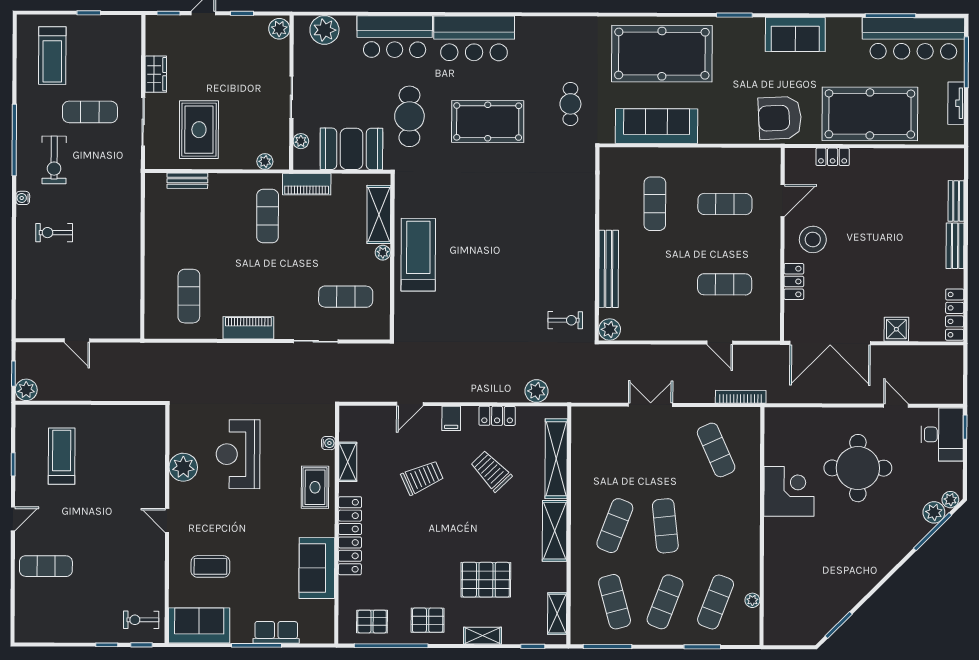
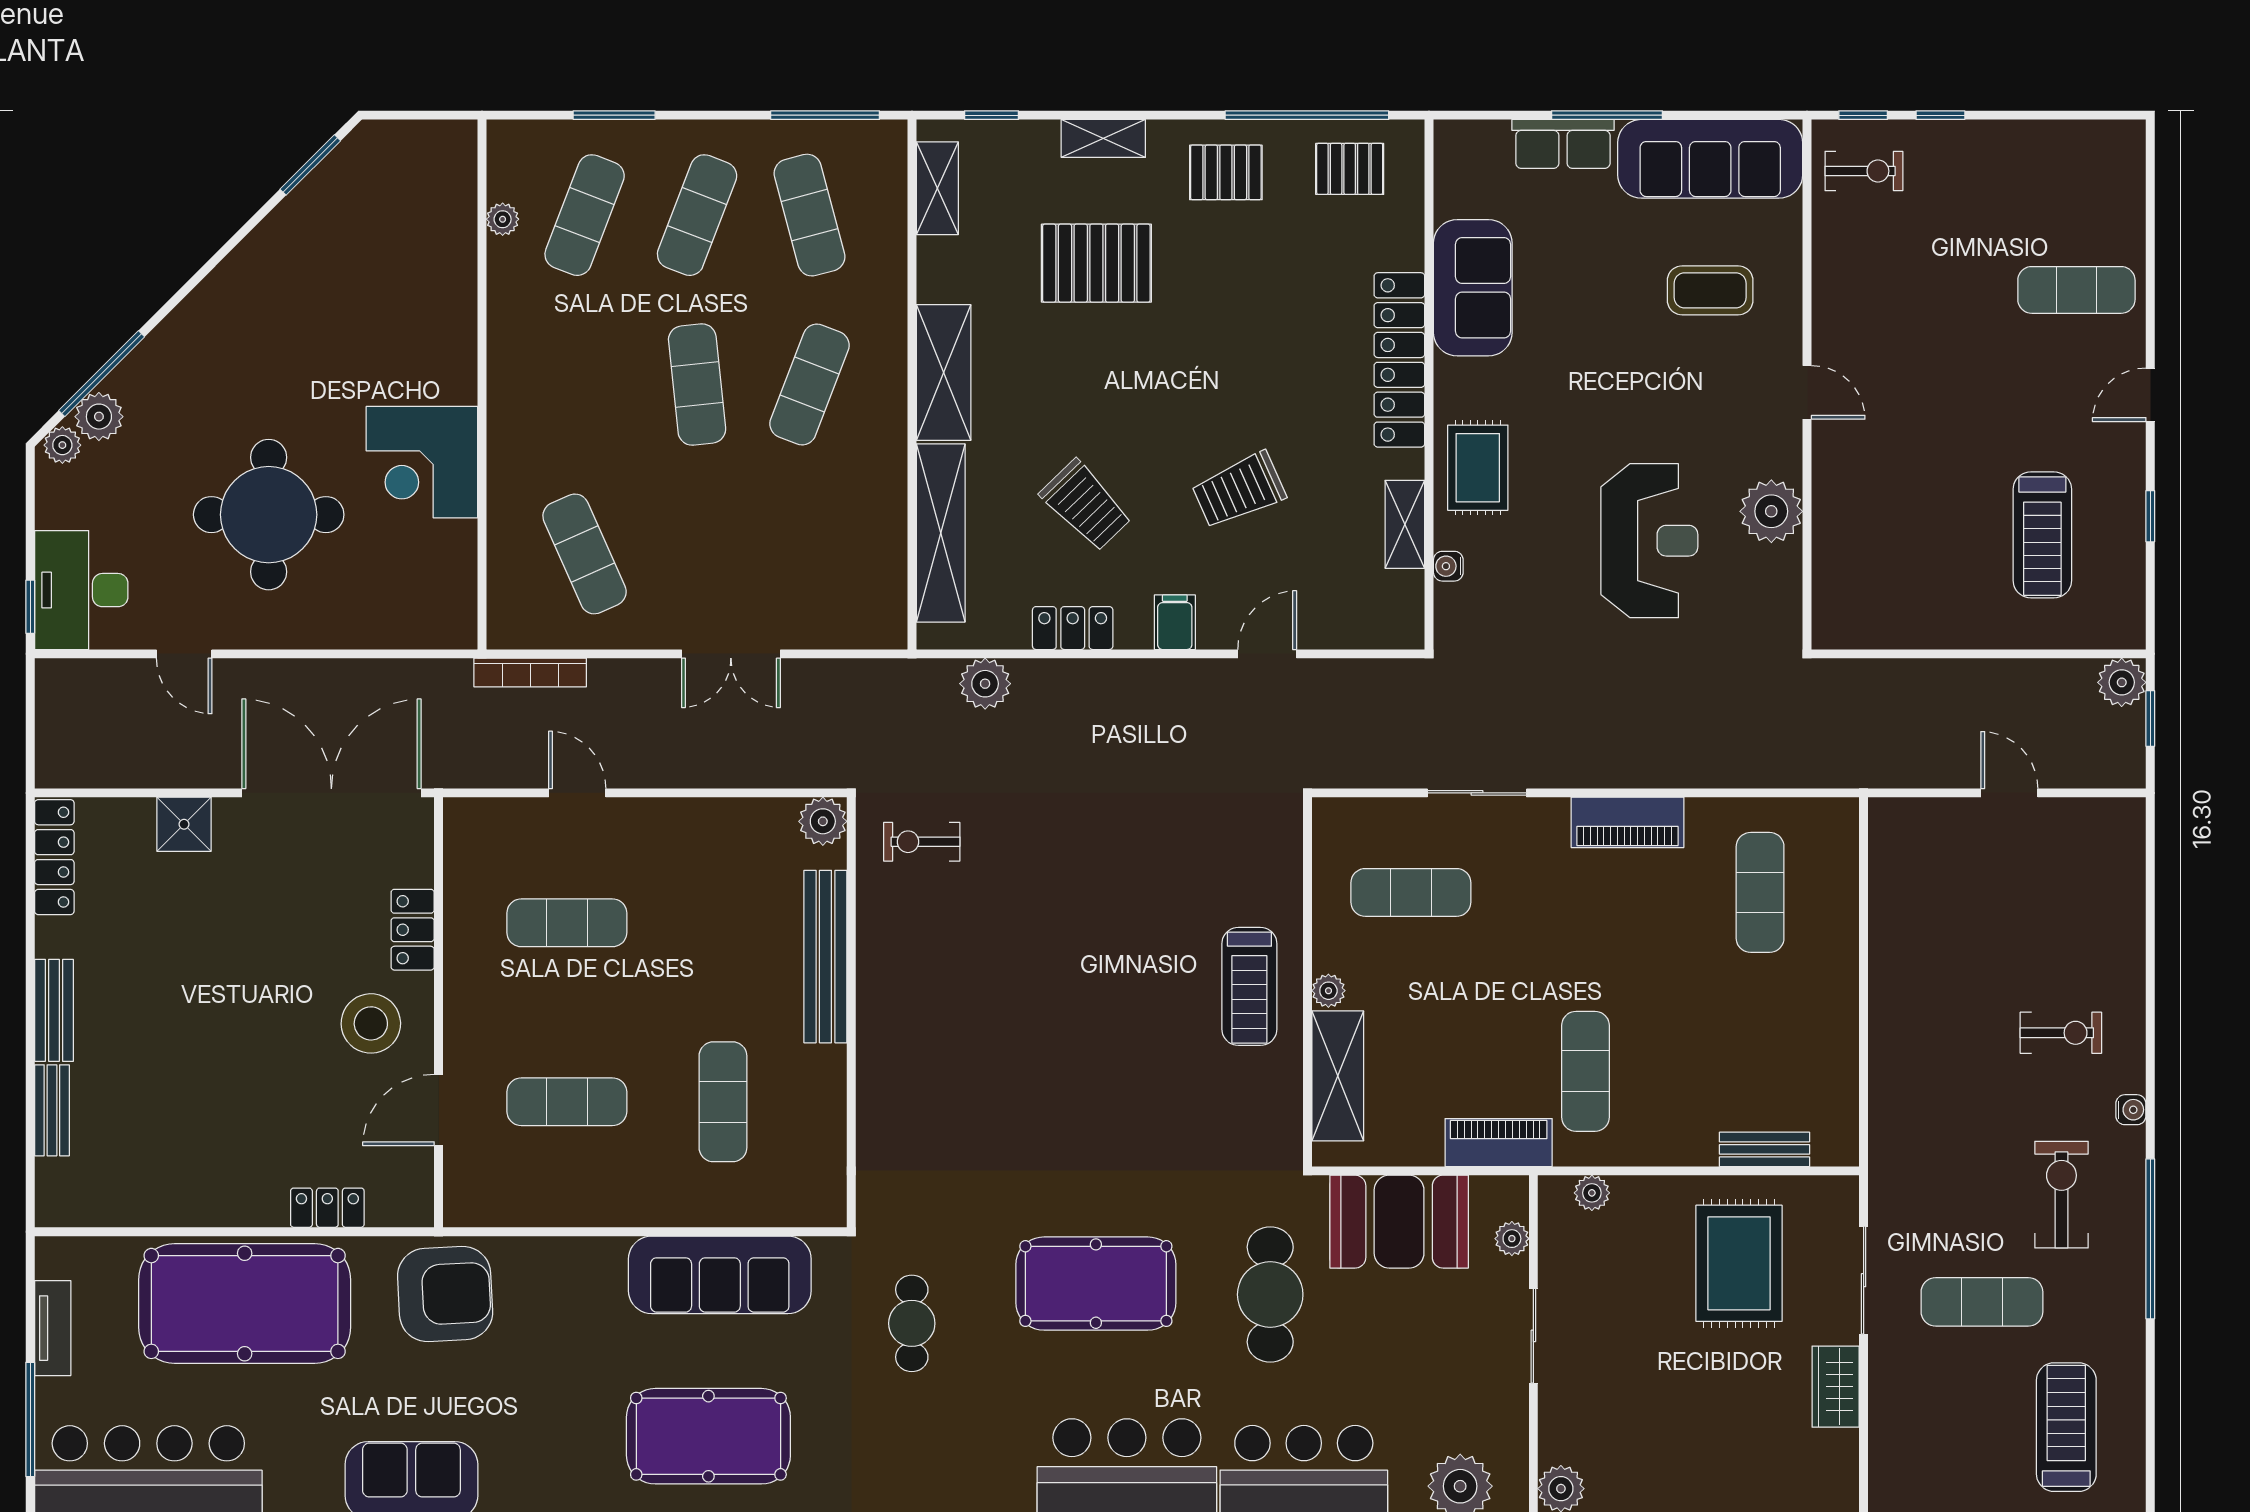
pool table: (662, 54) -> (708, 1436), width x0.73, depth x0.76
treadmill: (418, 255) -> (1249, 986), width x0.73, depth x0.73
sofa: (199, 625) -> (1710, 159), width x1.36

